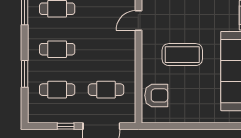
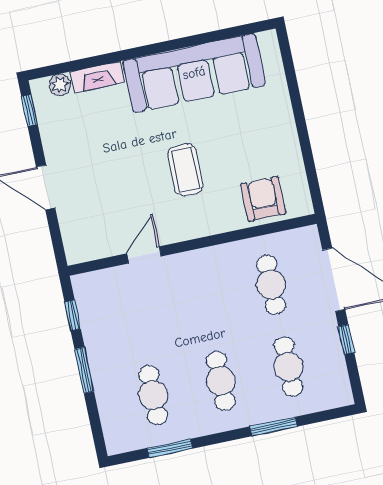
door: (138, 21) -> (144, 255), swing flipped
coffee table: (182, 55) -> (186, 170), width x0.73, depth x0.76

